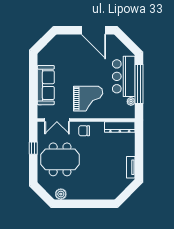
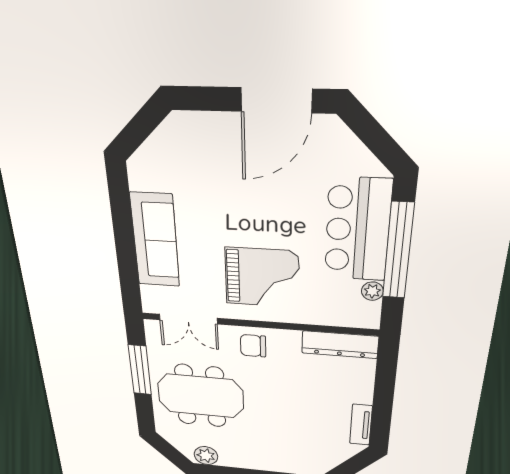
door: (93, 30) -> (276, 100), hinge flipped
window: (33, 148) -> (140, 370), width x2.17

